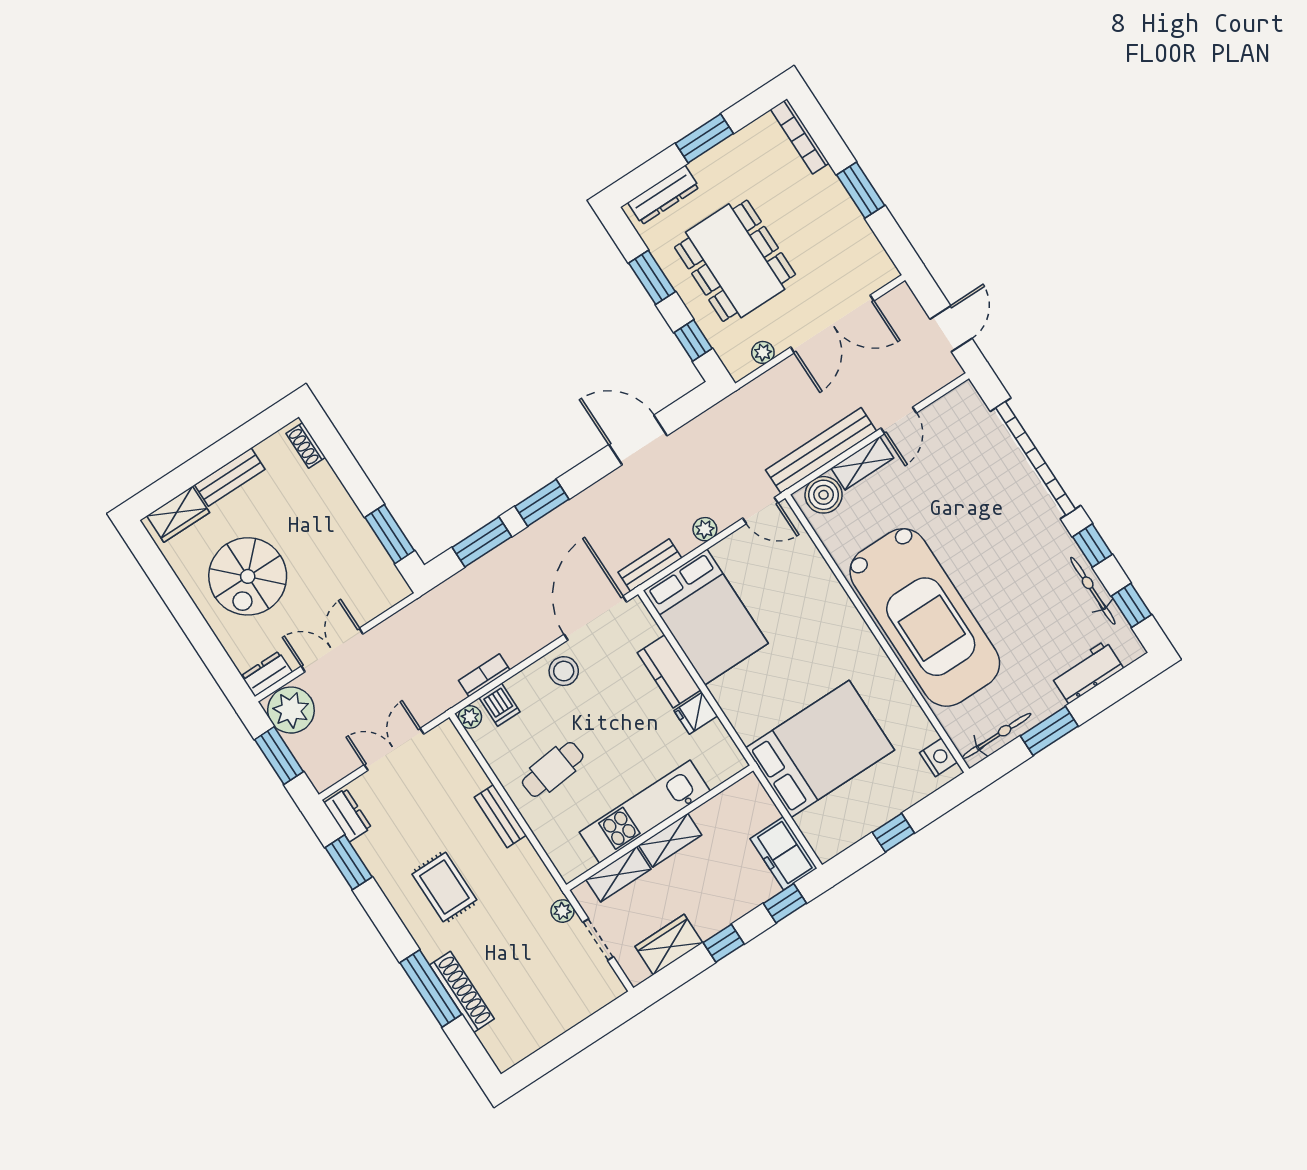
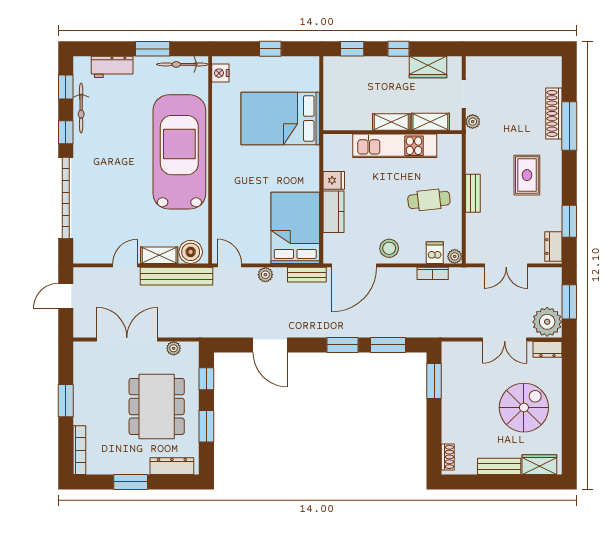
freezer: (783, 853) -> (336, 76), removed

